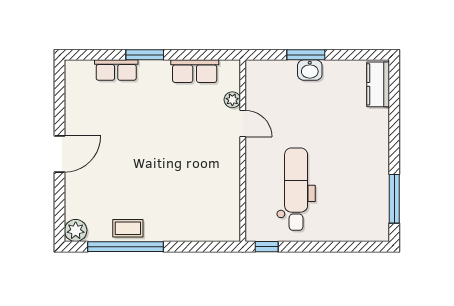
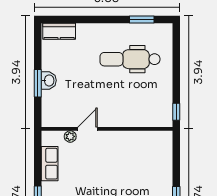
dental chair: (296, 189) -> (130, 59), moved
window: (394, 199) -> (142, 19), width x0.69

